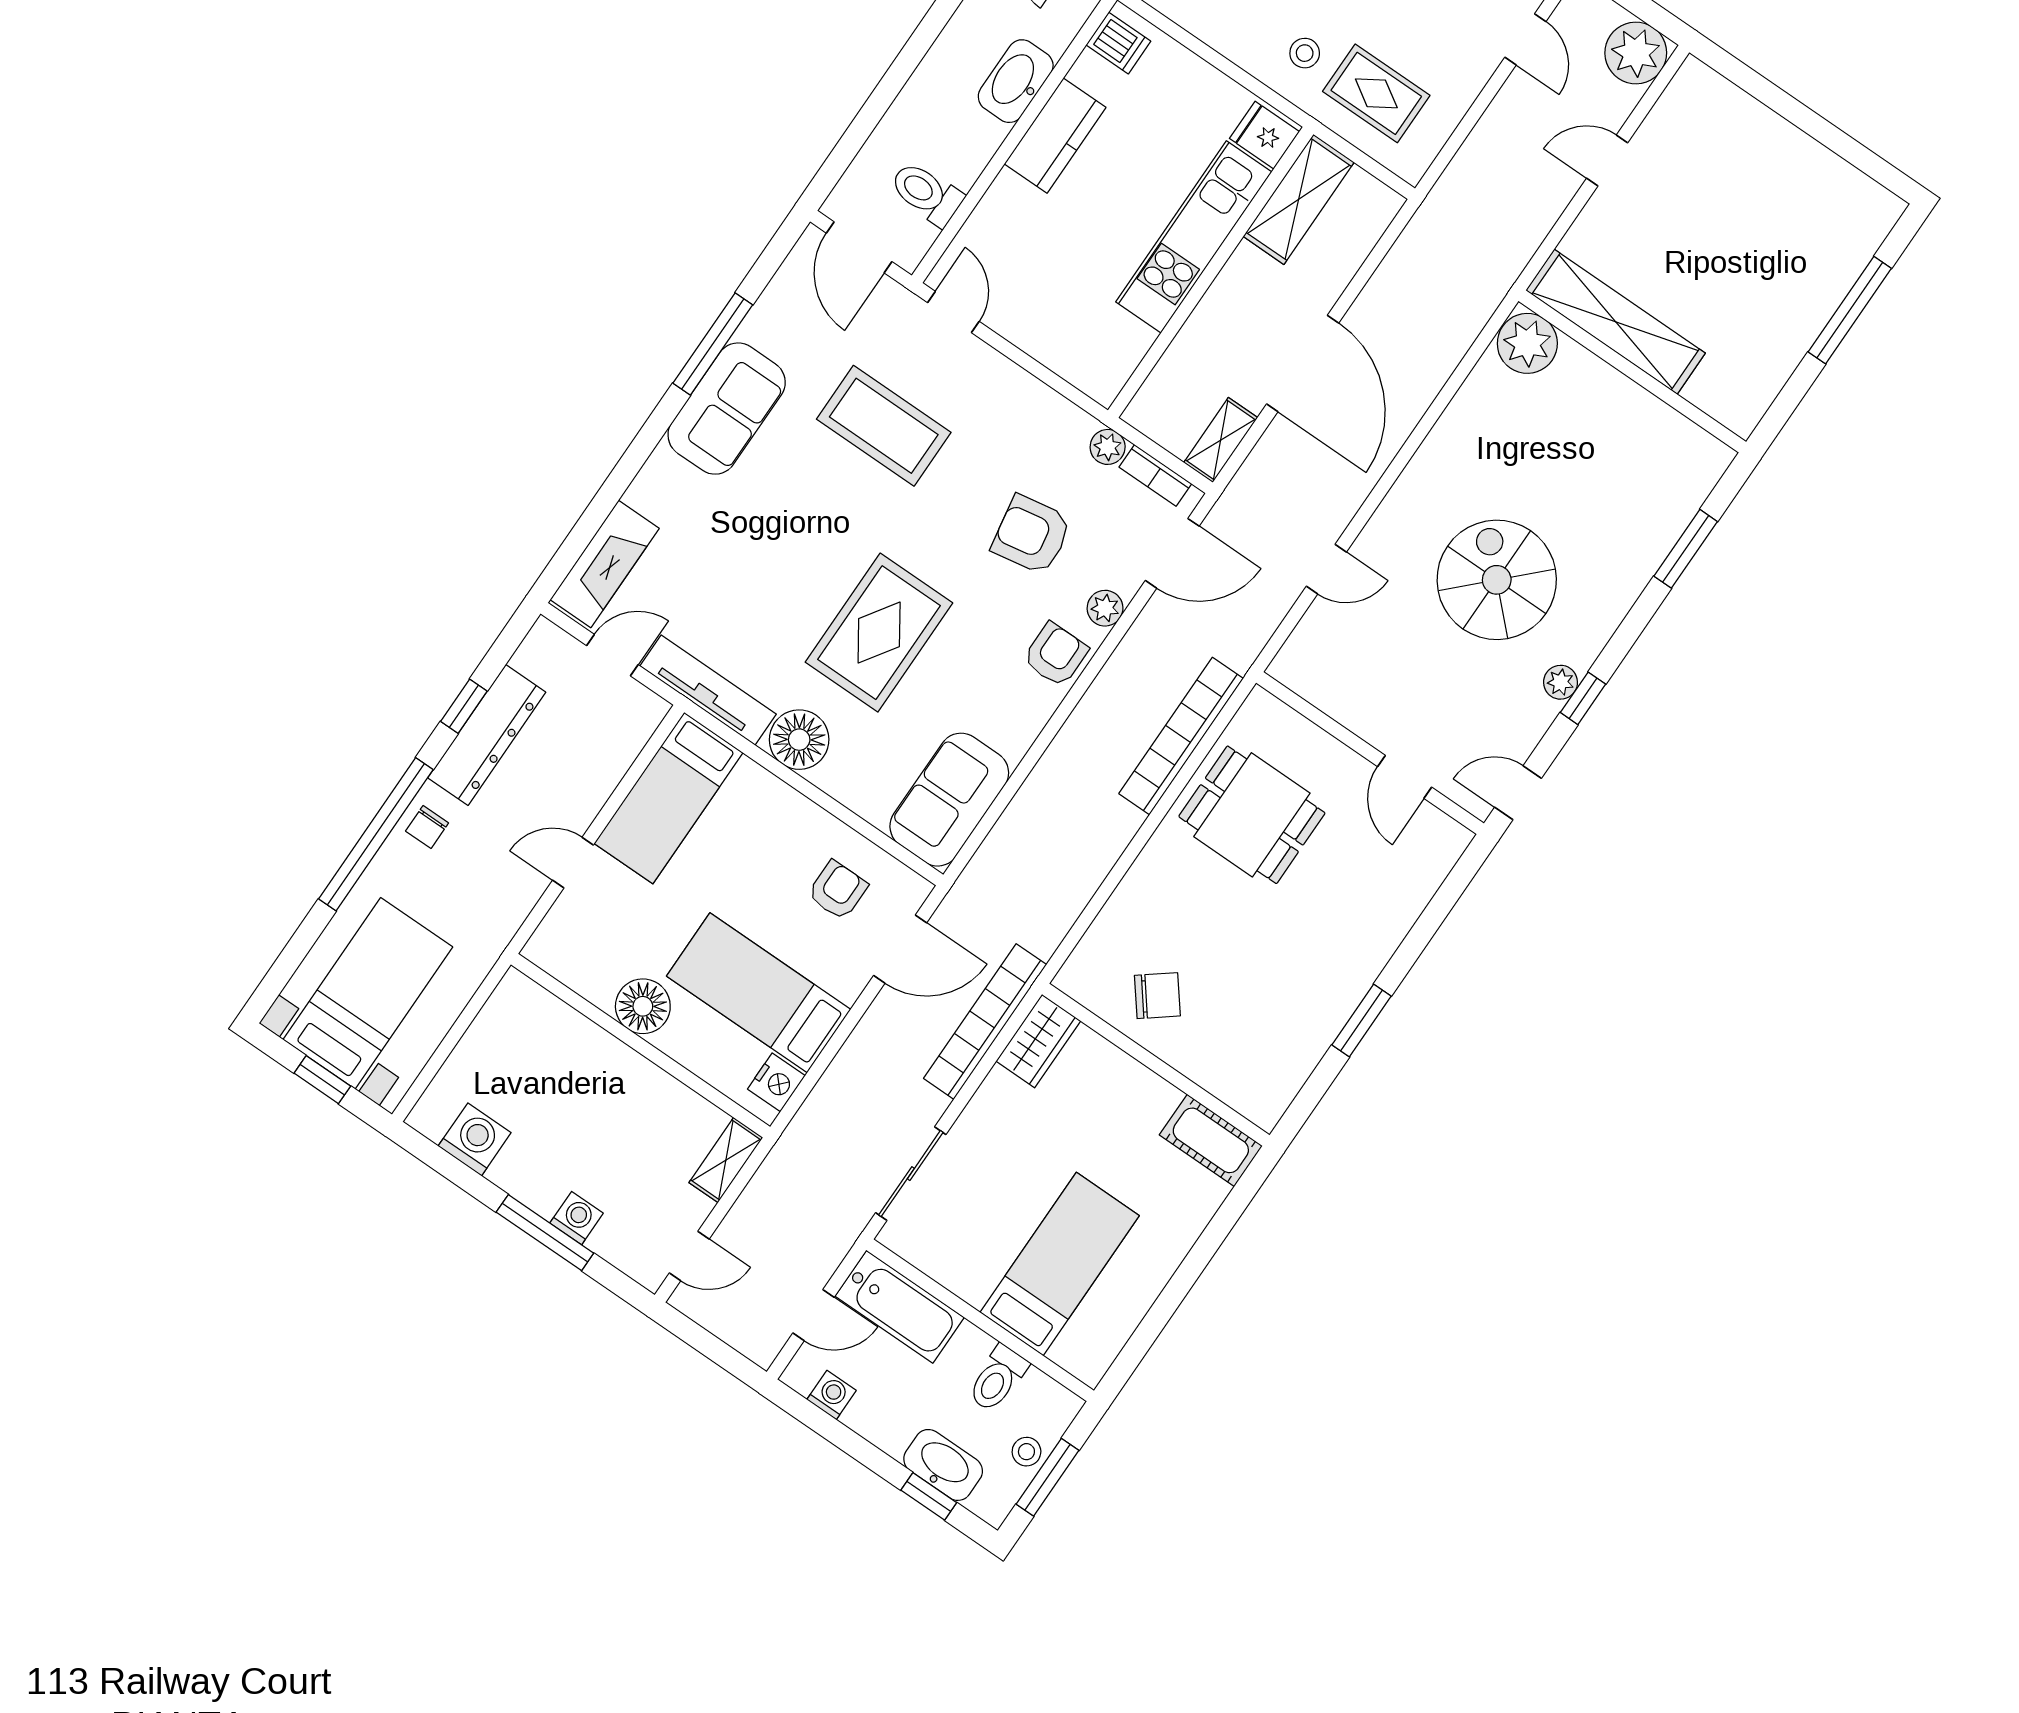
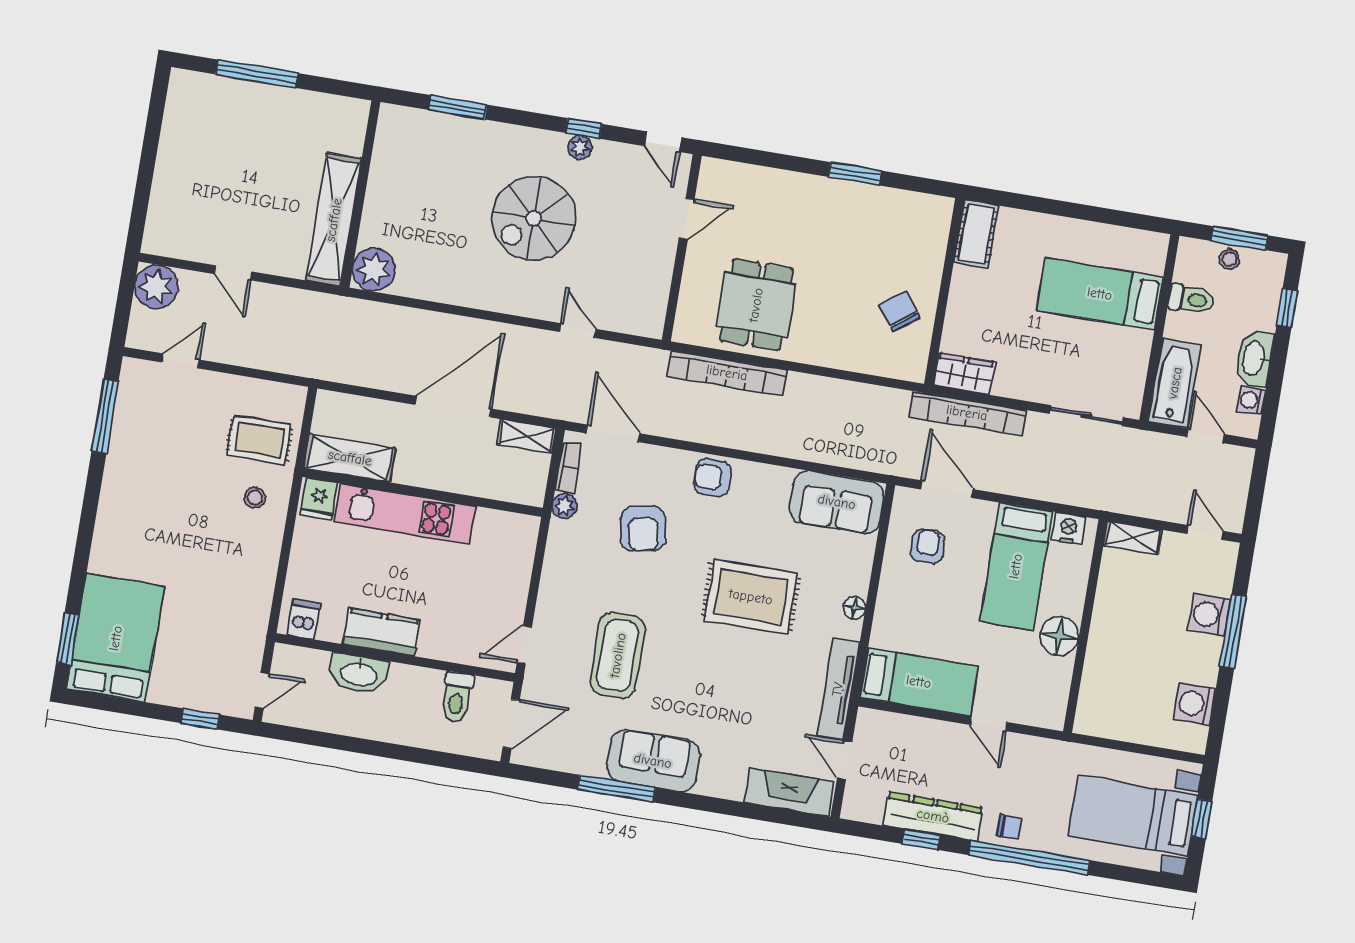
rug: (1376, 93) -> (259, 440), turned 90
plant: (1105, 608) -> (668, 460), removed
floor lamp: (799, 740) -> (854, 608), width x0.53, depth x0.53
armchair: (838, 890) -> (928, 547), turned 90
washing machine: (577, 1218) -> (1209, 615), width x1.38, depth x1.38
washbasin: (943, 1465) -> (1254, 358), moved

